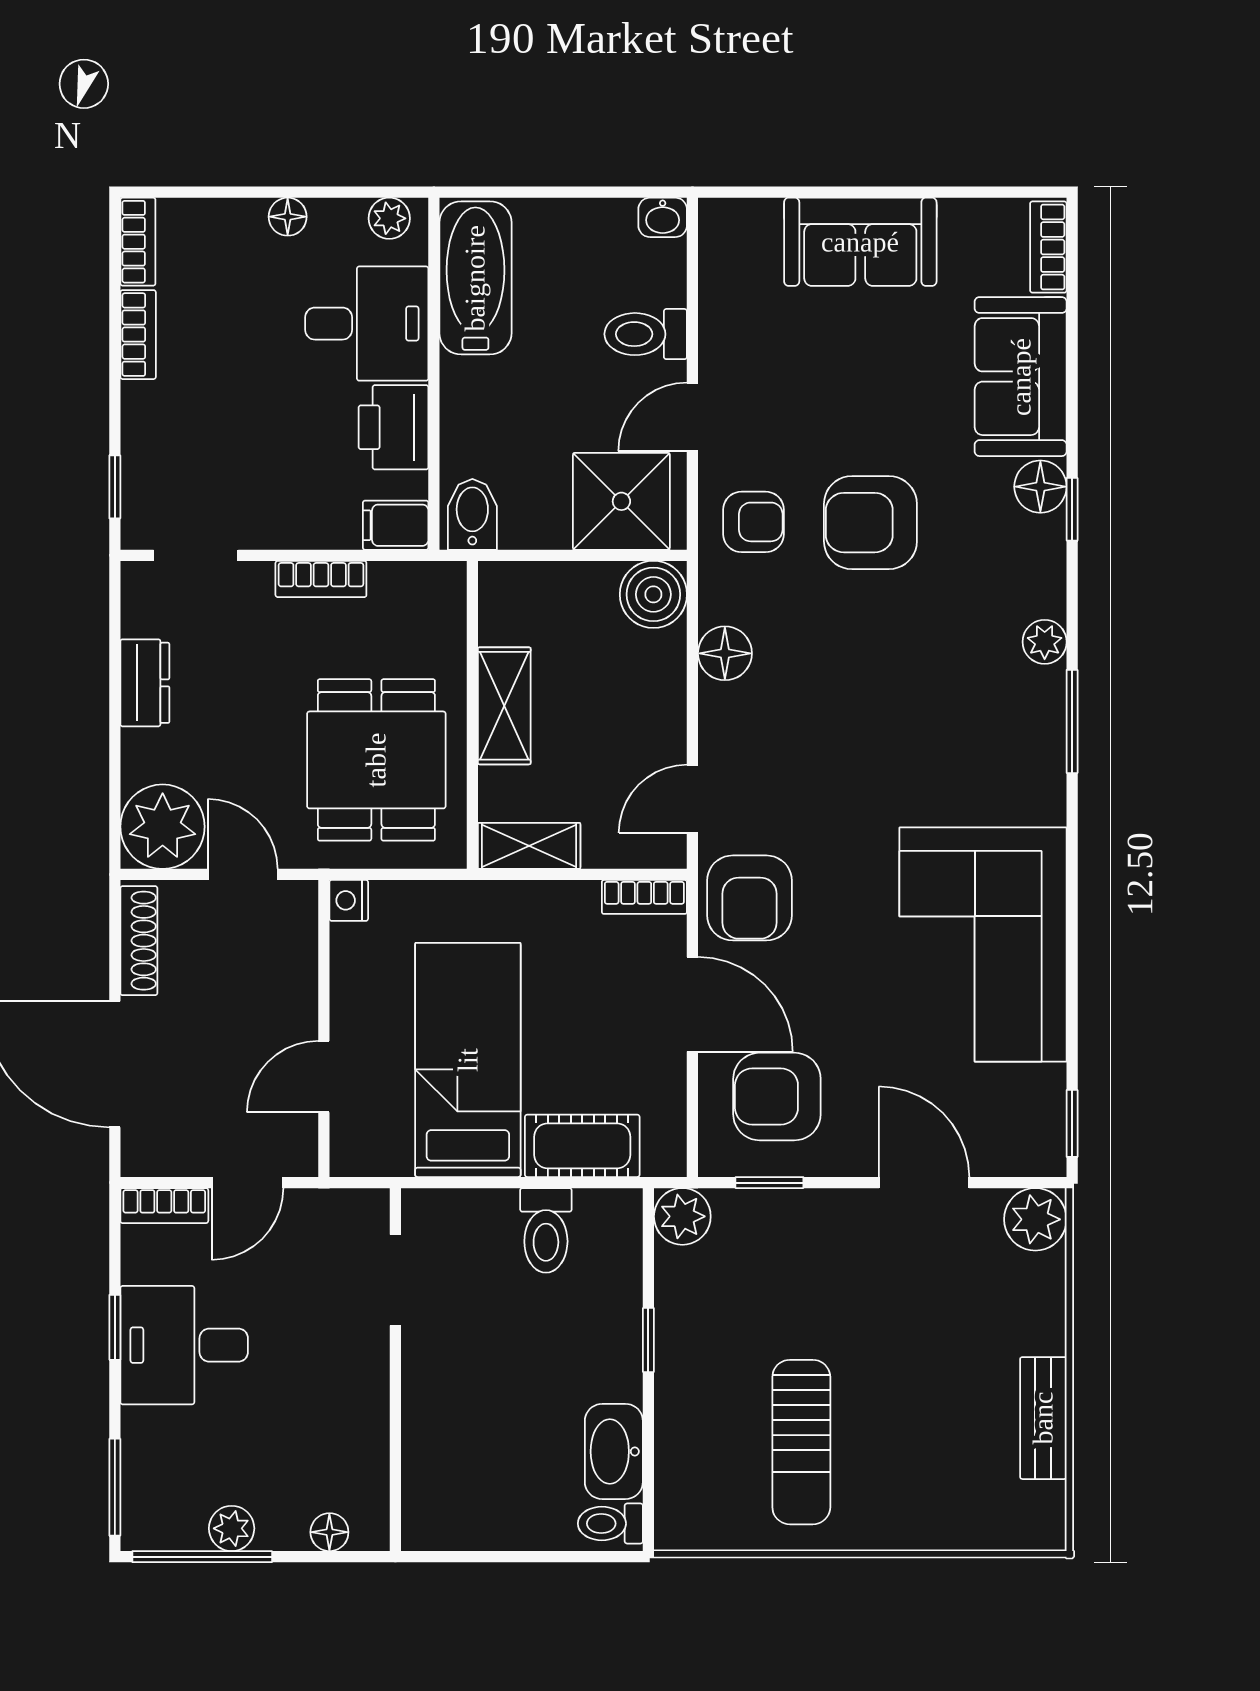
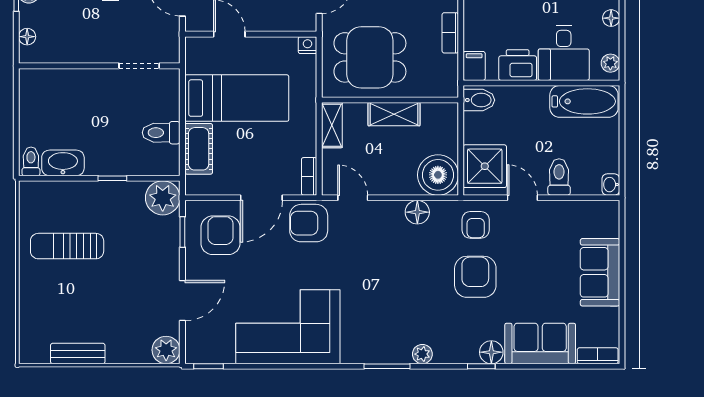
boiler: (653, 594) -> (438, 175), width x1.37, depth x1.37
plant: (682, 1216) -> (163, 198), width x1.36, depth x1.36

